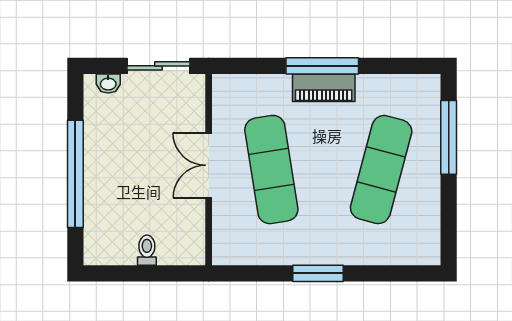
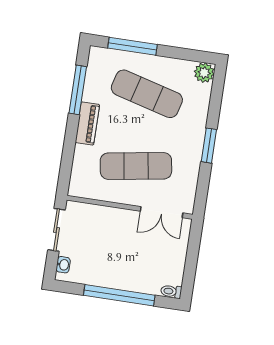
window: (322, 66) -> (78, 90), moved
double door: (209, 165) -> (162, 212), moved
toilet: (147, 250) -> (171, 291), moved
plant: (425, 250) -> (204, 73), added

